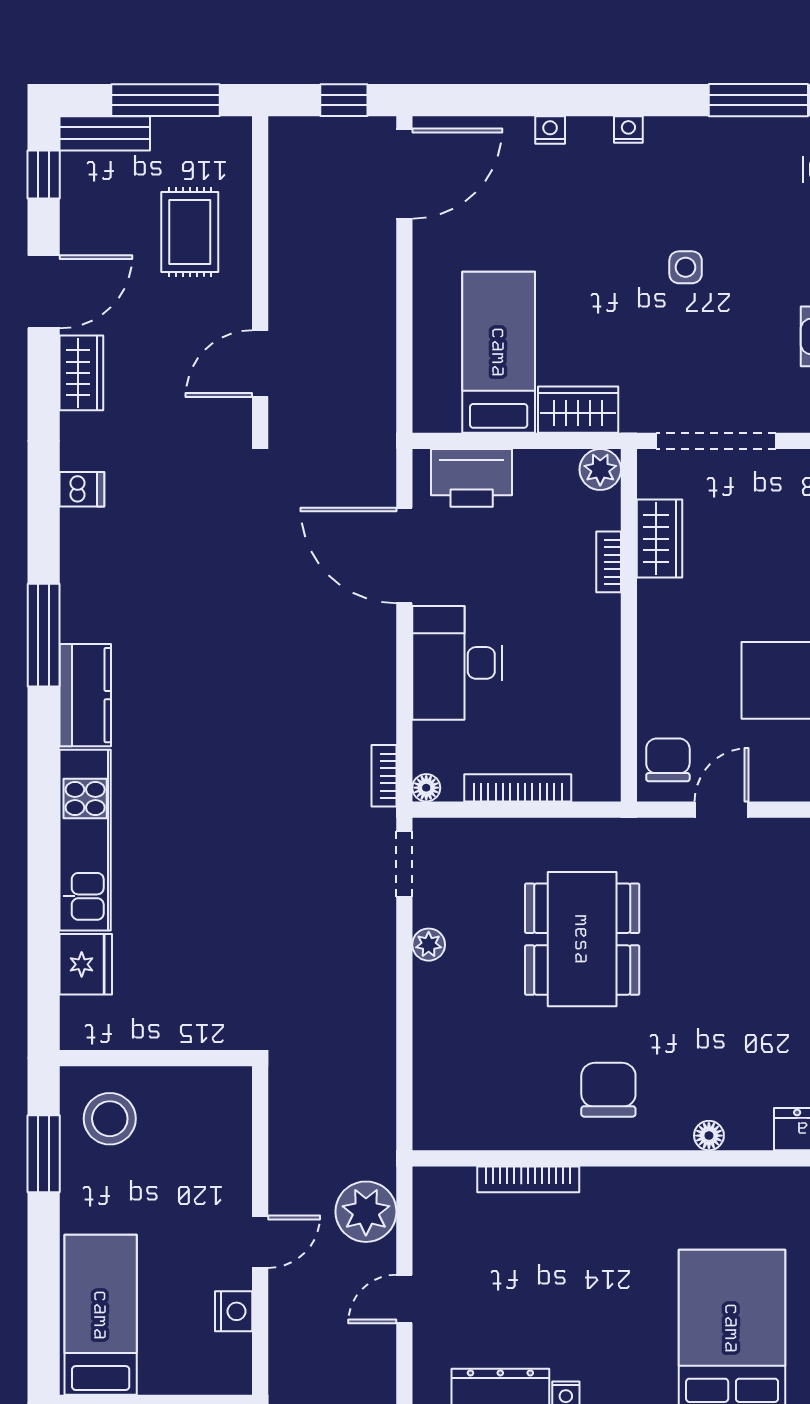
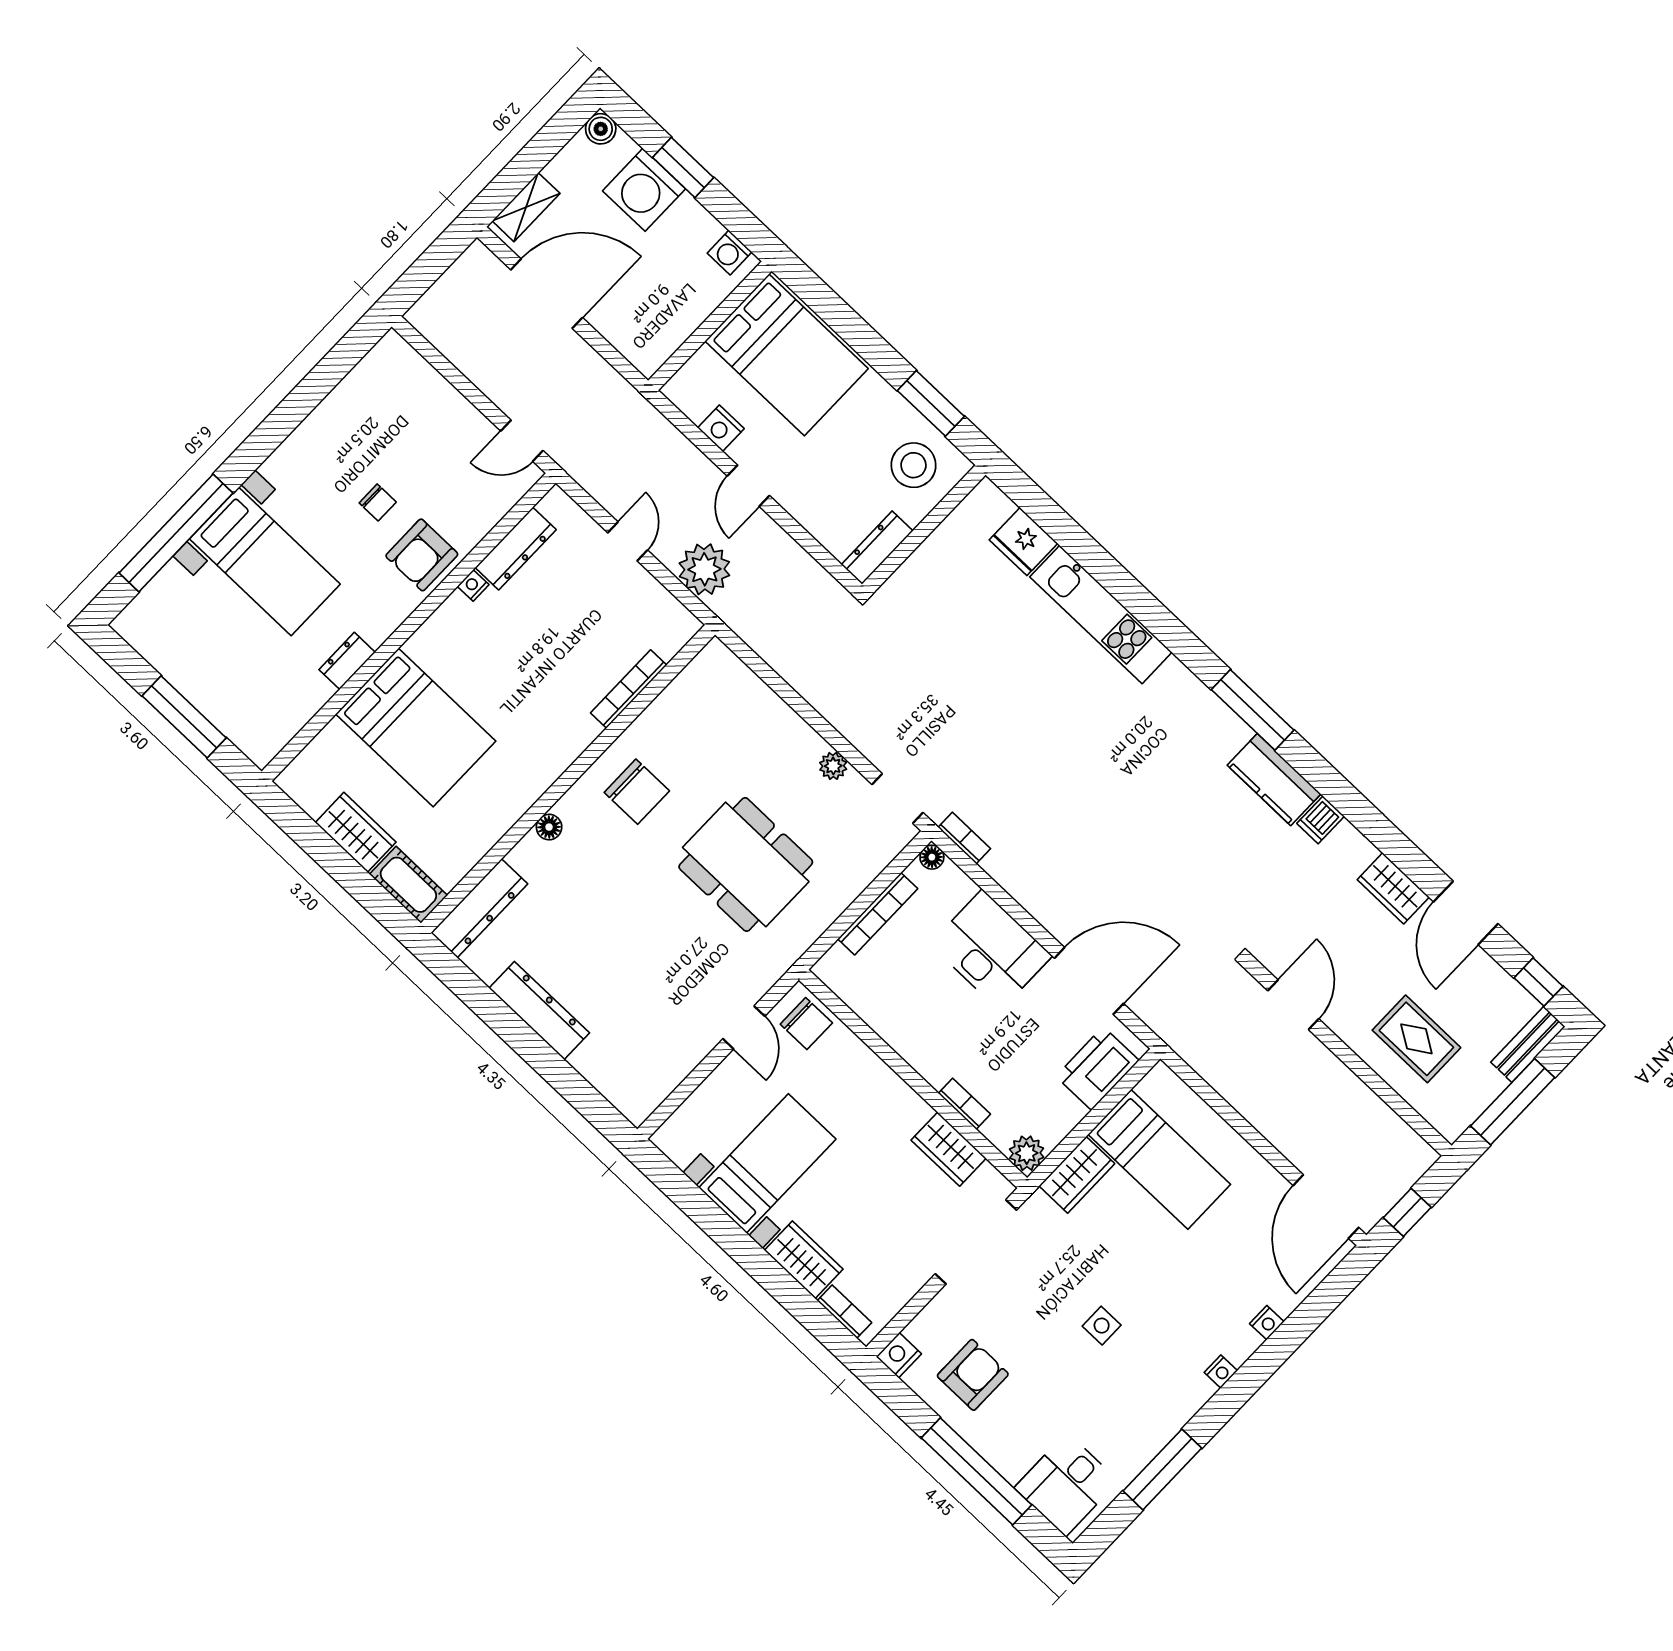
kitchen counter: (85, 695) -> (1274, 780), moved
dresser: (209, 1083) -> (877, 548), added
bed: (101, 1315) -> (787, 355), width x1.50

